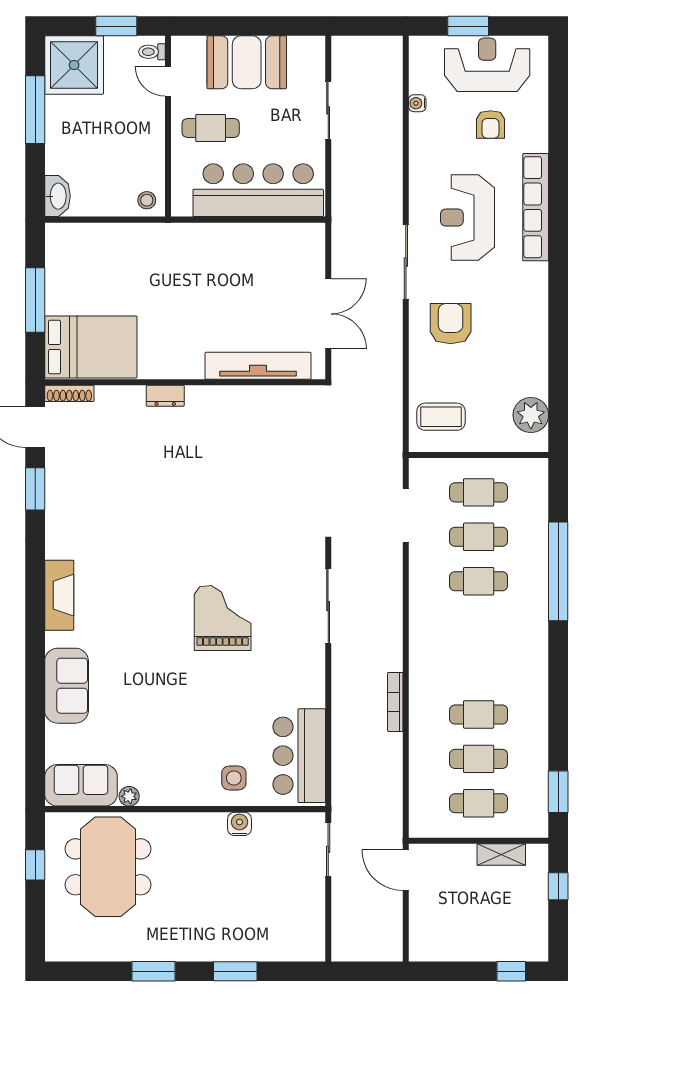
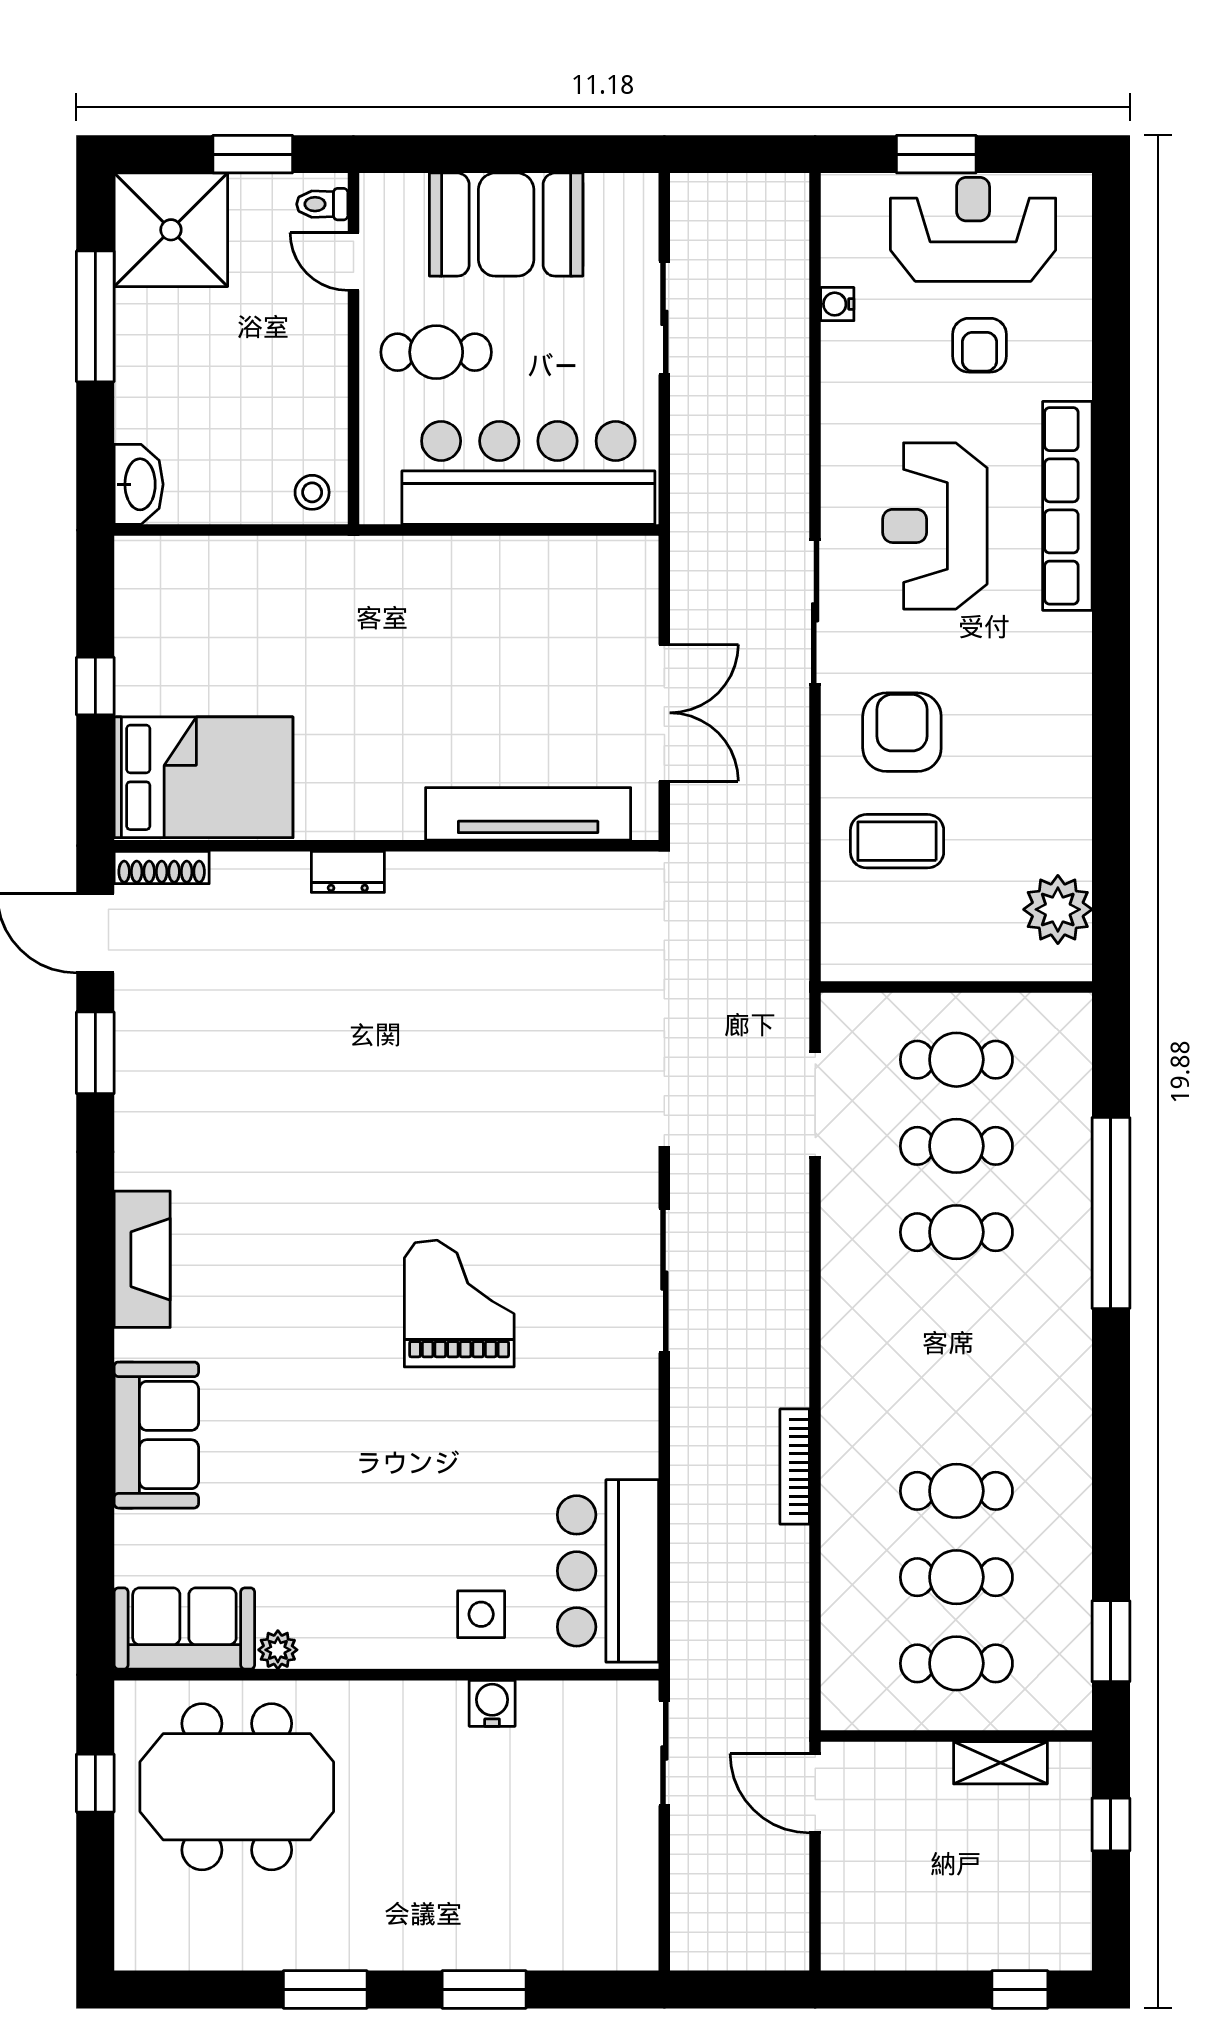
window: (35, 300) -> (95, 686), width x0.46
coffee table: (441, 417) -> (897, 841), moved
meeting table: (108, 867) -> (237, 1787), turned 90

